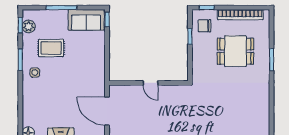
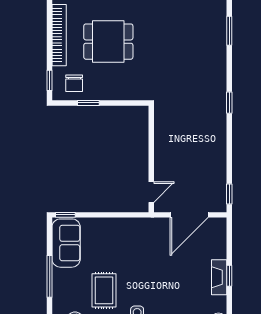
dining table: (235, 51) -> (108, 42), turned 90
door: (150, 83) -> (151, 192), moved

